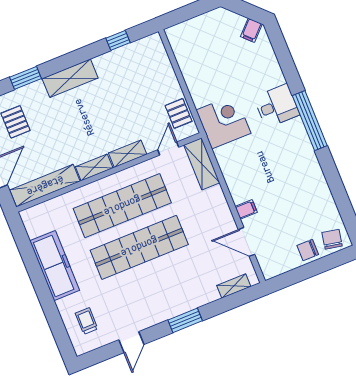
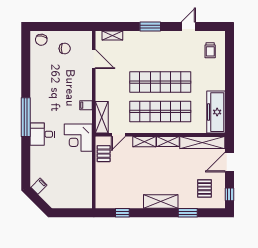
filing cabinet: (246, 209) -> (86, 105), moved
chair: (308, 250) -> (65, 49), moved
freezer: (55, 266) -> (216, 112), moved

